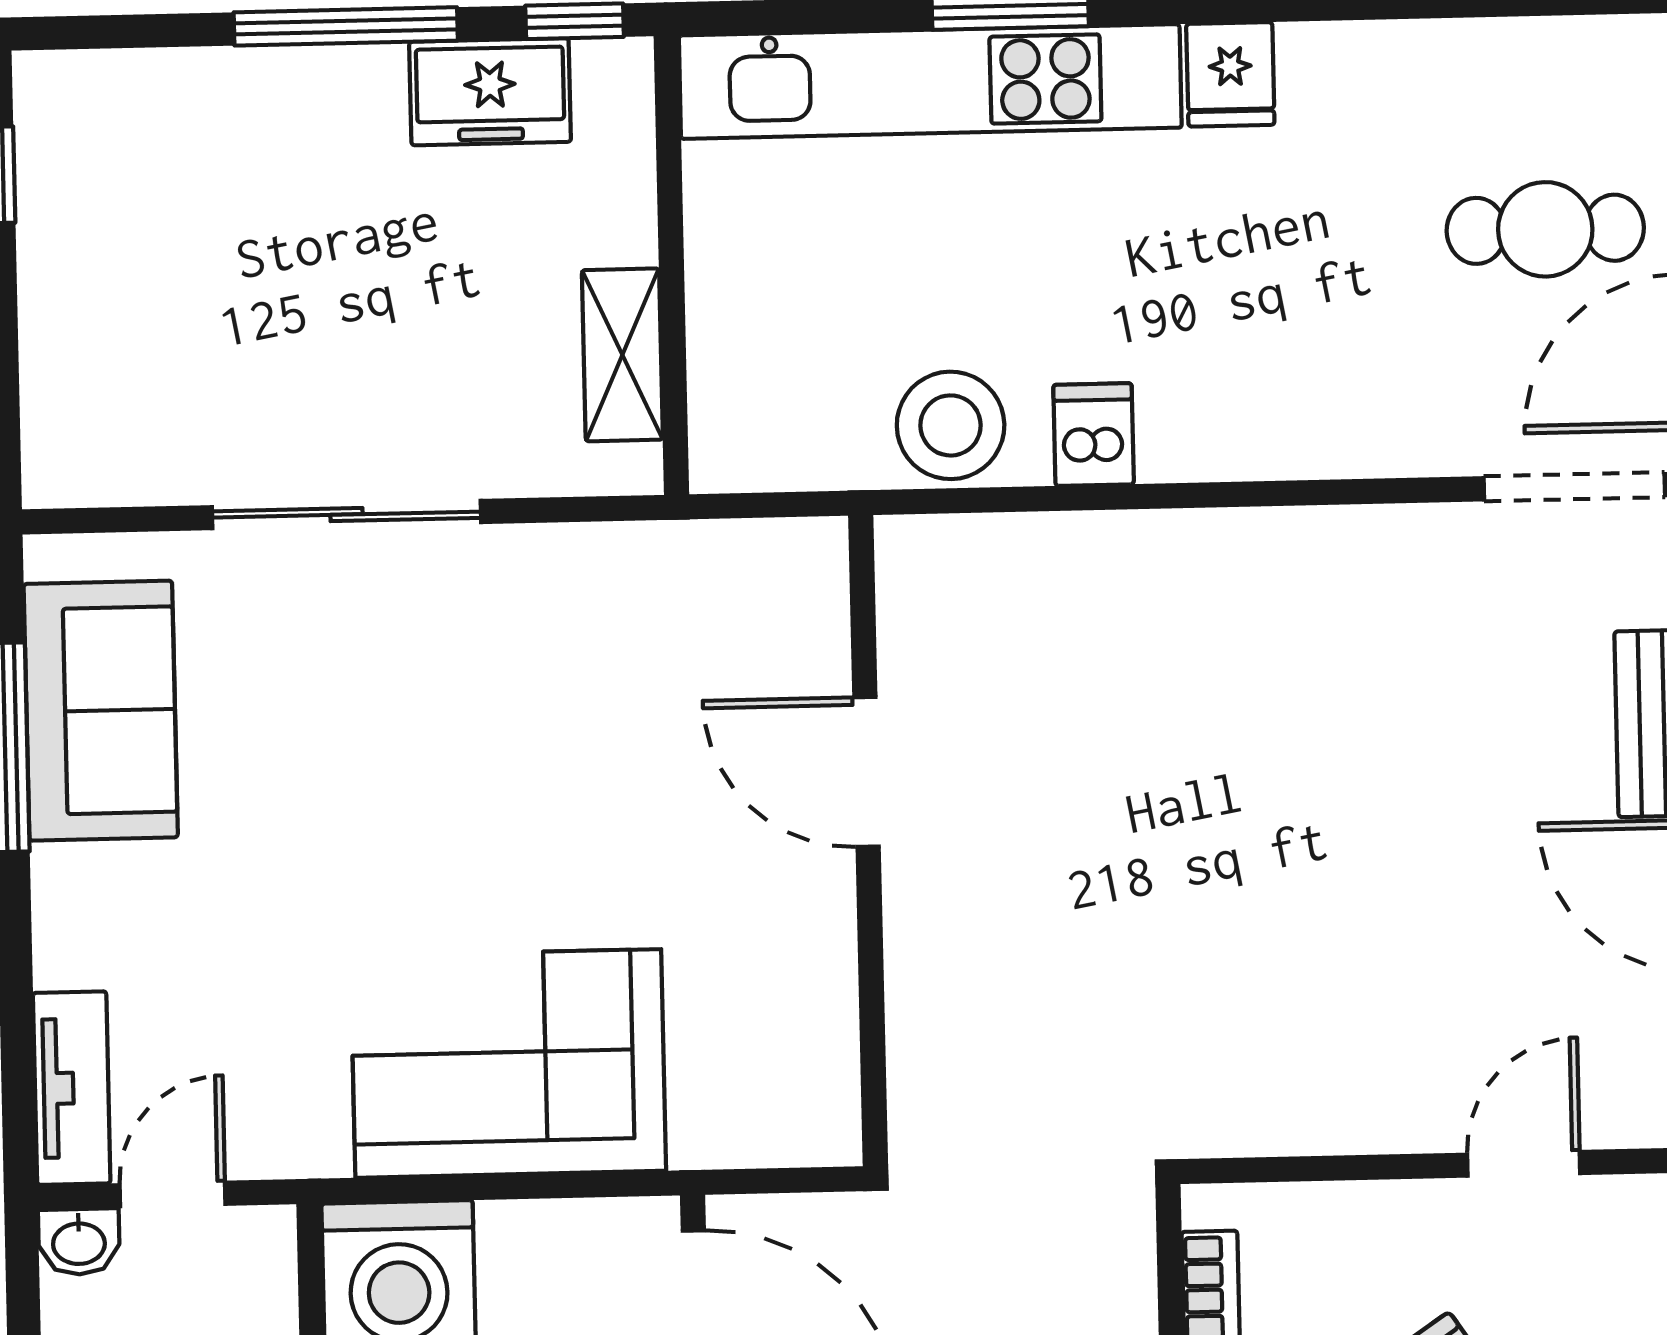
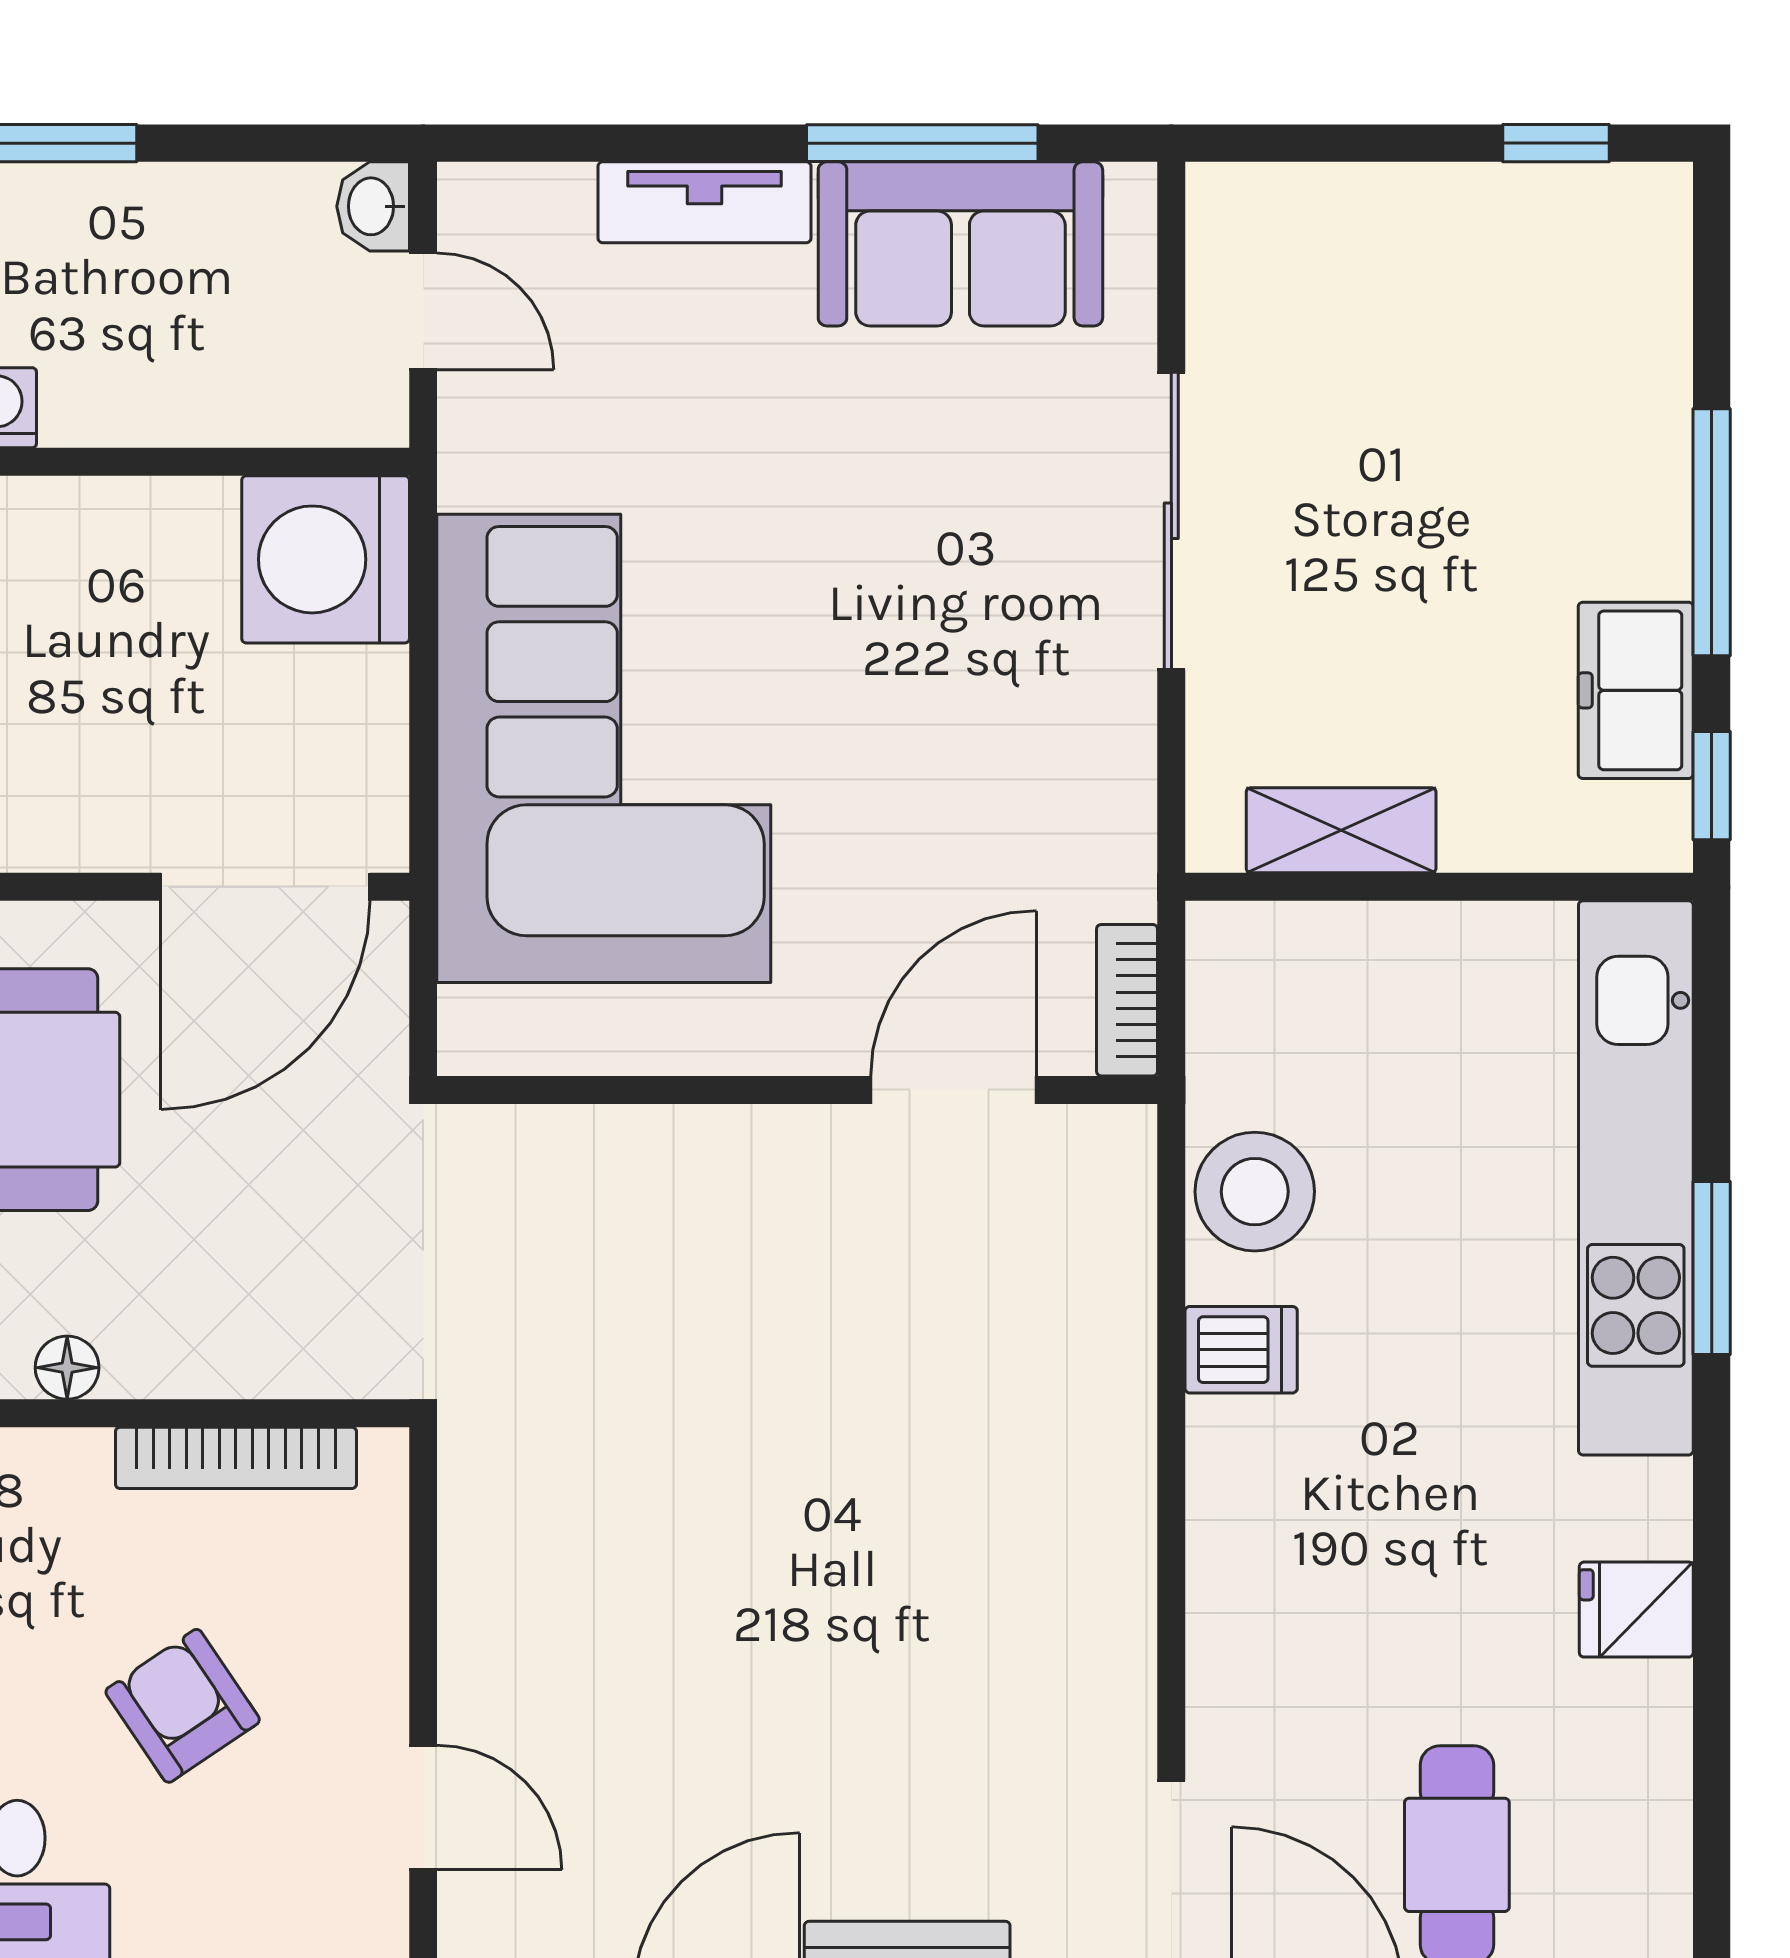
fridge: (1230, 74) -> (1636, 1610), moved
bookcase: (780, 545) -> (1127, 1000), added
door: (866, 772) -> (954, 1090), moved
corner sofa: (508, 1063) -> (604, 748), width x1.36, depth x1.36
tv unit: (72, 1088) -> (704, 202), moved

